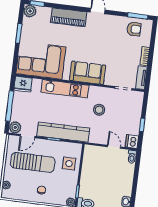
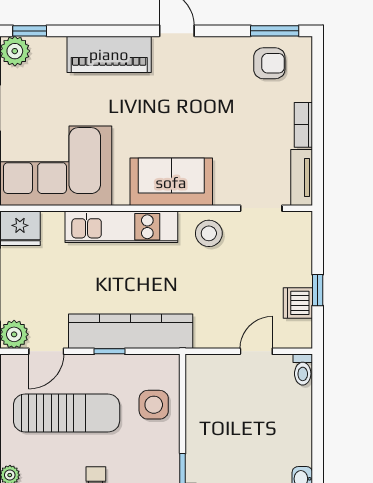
stool: (99, 110) -> (209, 233), moved
dishwasher: (132, 141) -> (298, 303), moved
door: (114, 147) -> (256, 351), hinge flipped

